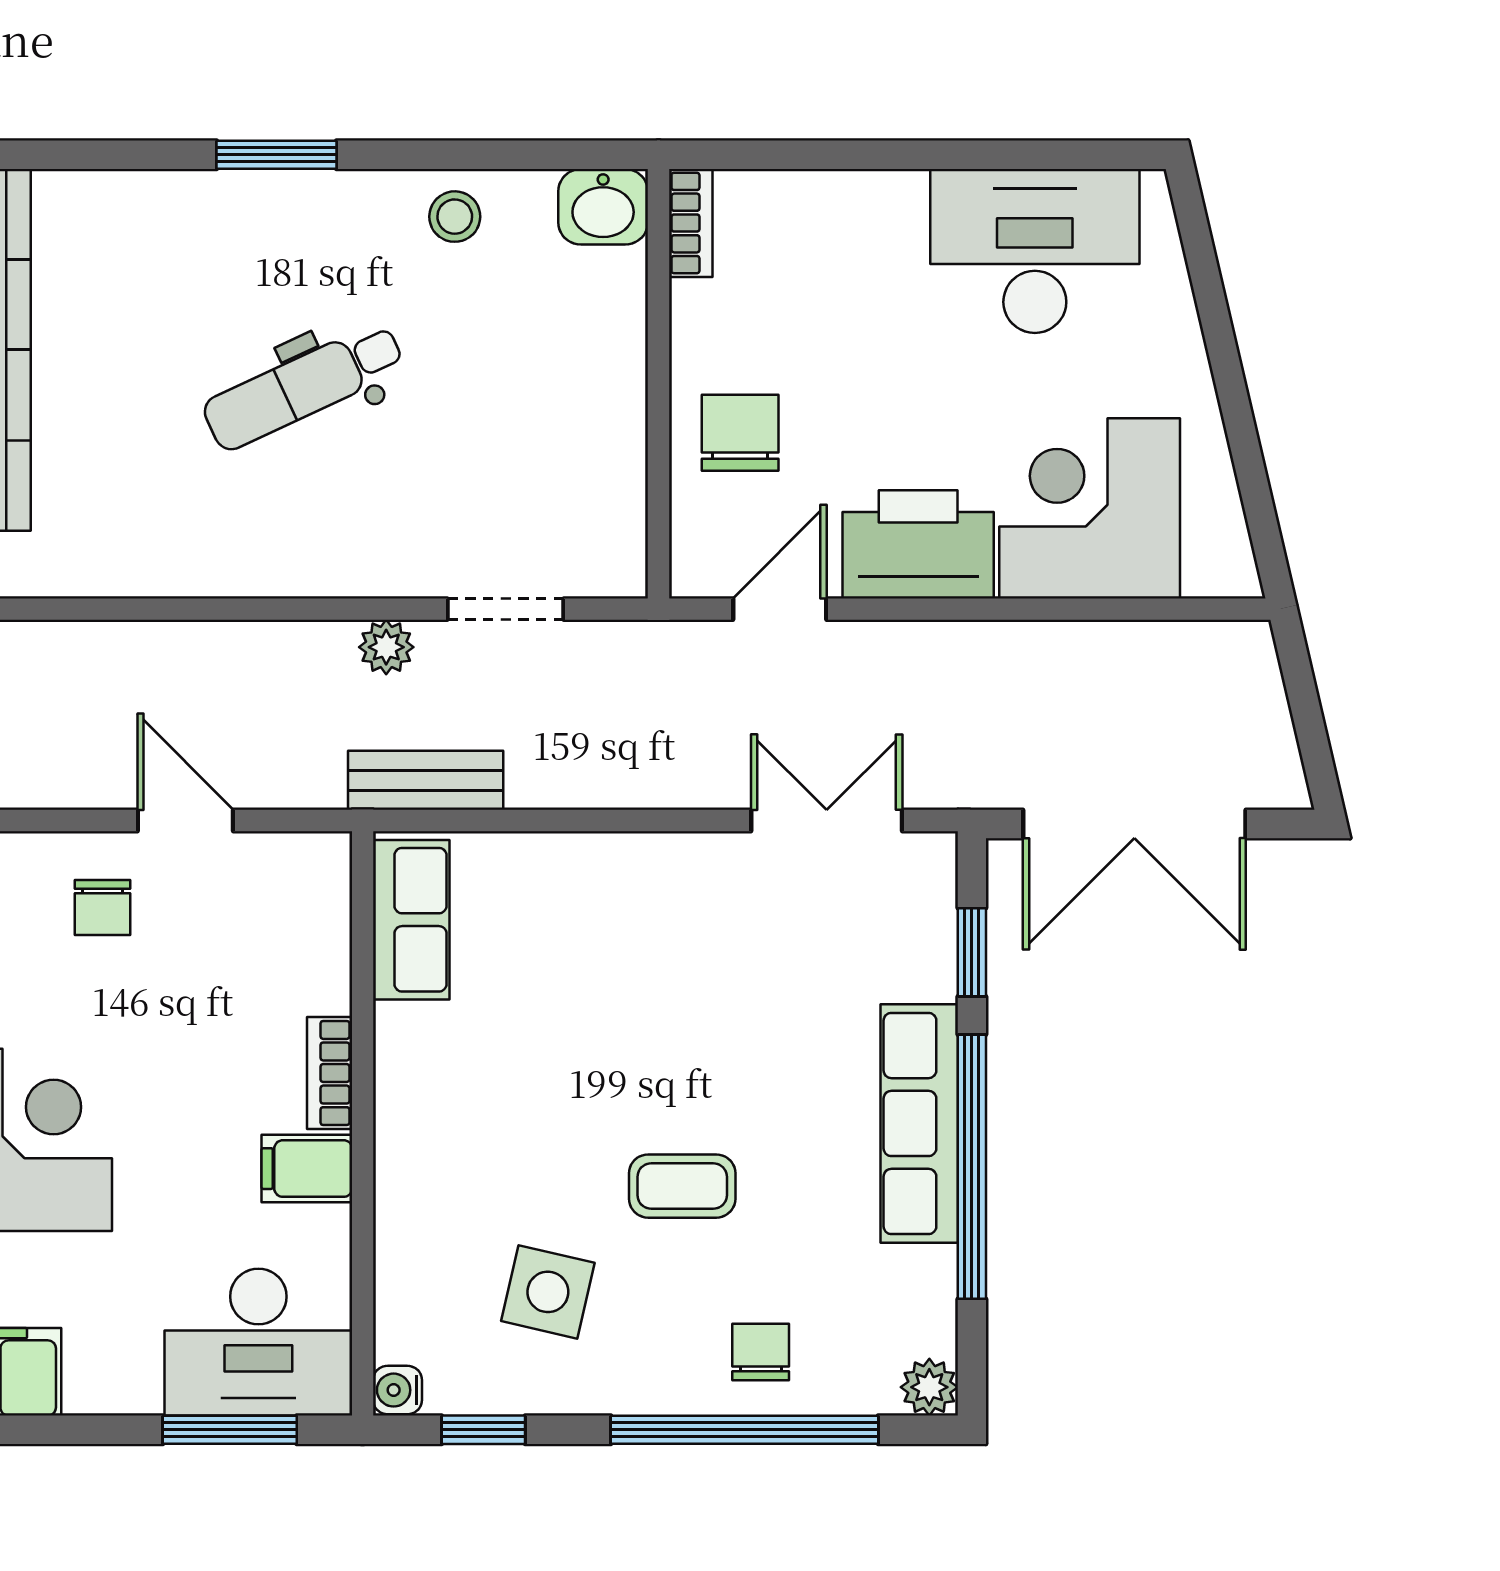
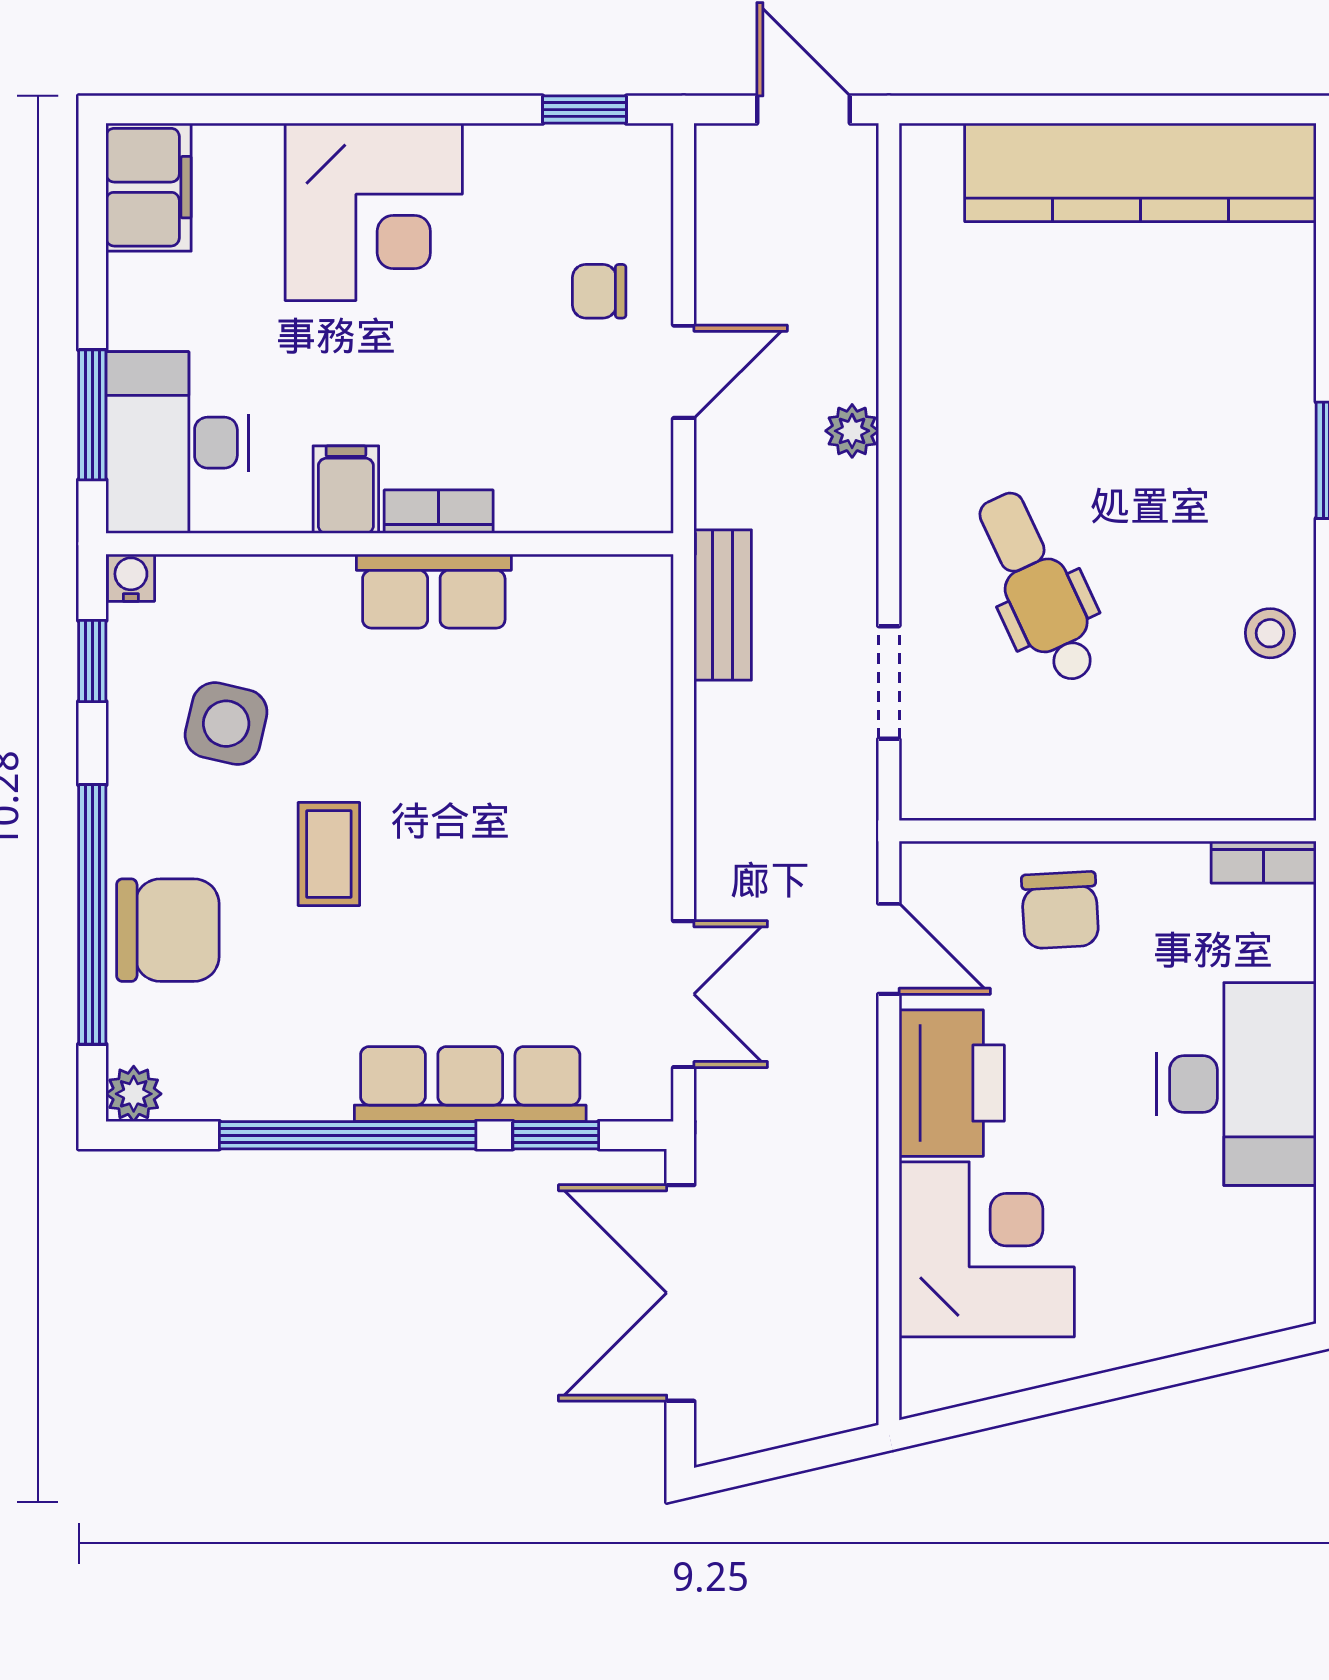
washbasin: (603, 207) -> (1279, 777), removed
desk: (1035, 251) -> (1237, 1084), moved
dental chair: (303, 386) -> (1038, 588), moved
chair: (740, 433) -> (1060, 910), turned 87
plant: (386, 647) -> (852, 431), moved
row of seats: (411, 920) -> (434, 591), moved
row of seats: (919, 1123) -> (470, 1084), moved
chair: (761, 1352) -> (168, 930), width x1.87, depth x1.87

